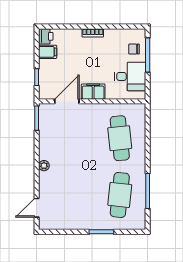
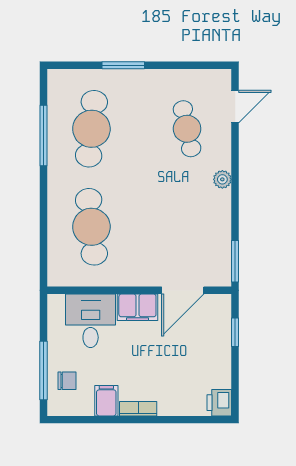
filing cabinet: (48, 52) -> (106, 401), moved, turned 90
desk: (130, 76) -> (91, 321), moved, turned 90
cafe table: (64, 195) -> (187, 129), added

